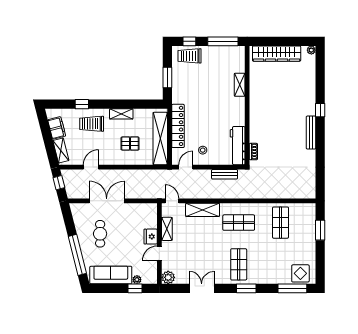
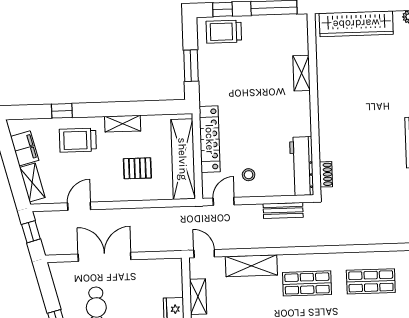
shop shelf: (281, 223) -> (371, 281), turned 90

